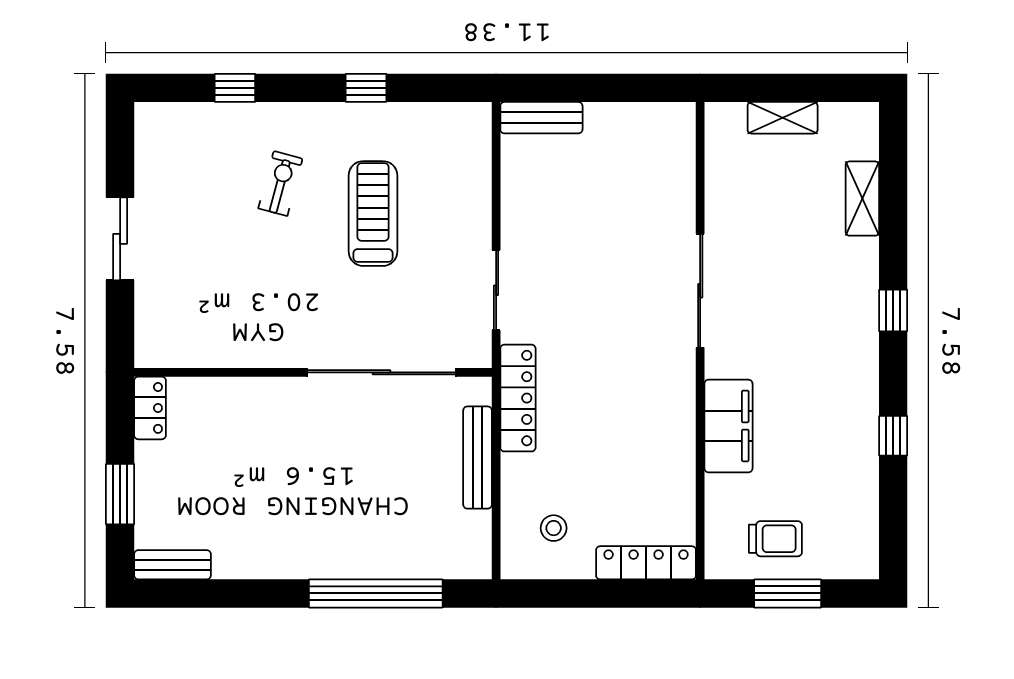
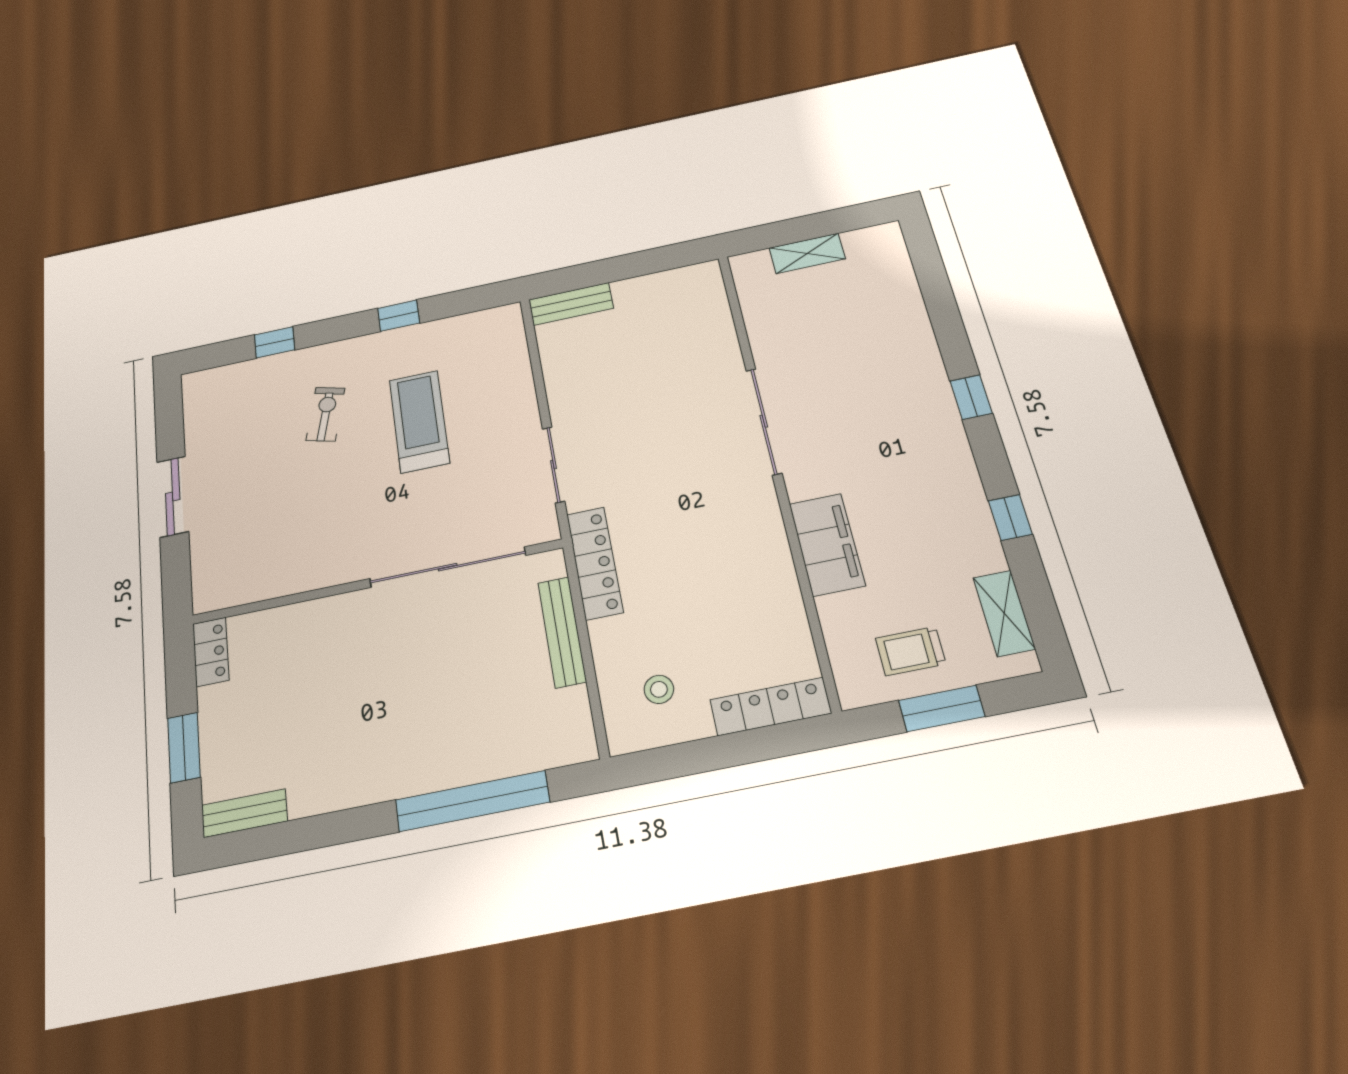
shelving: (862, 199) -> (1004, 613), moved
trolley: (775, 539) -> (911, 651), turned 180

